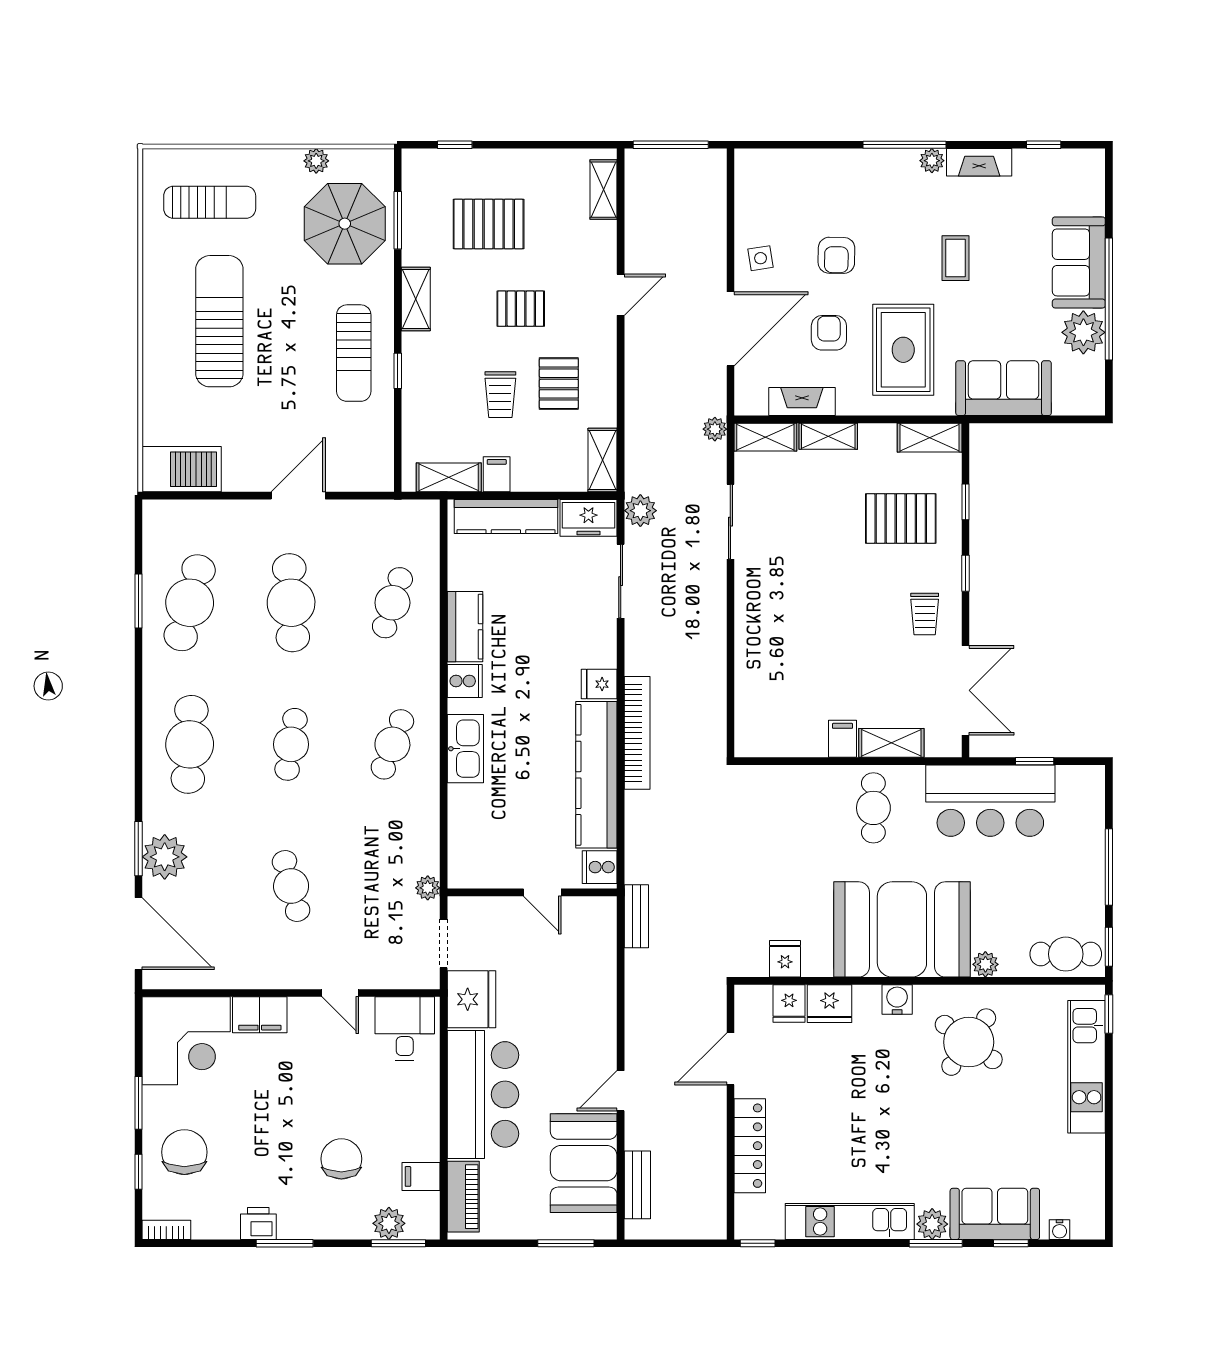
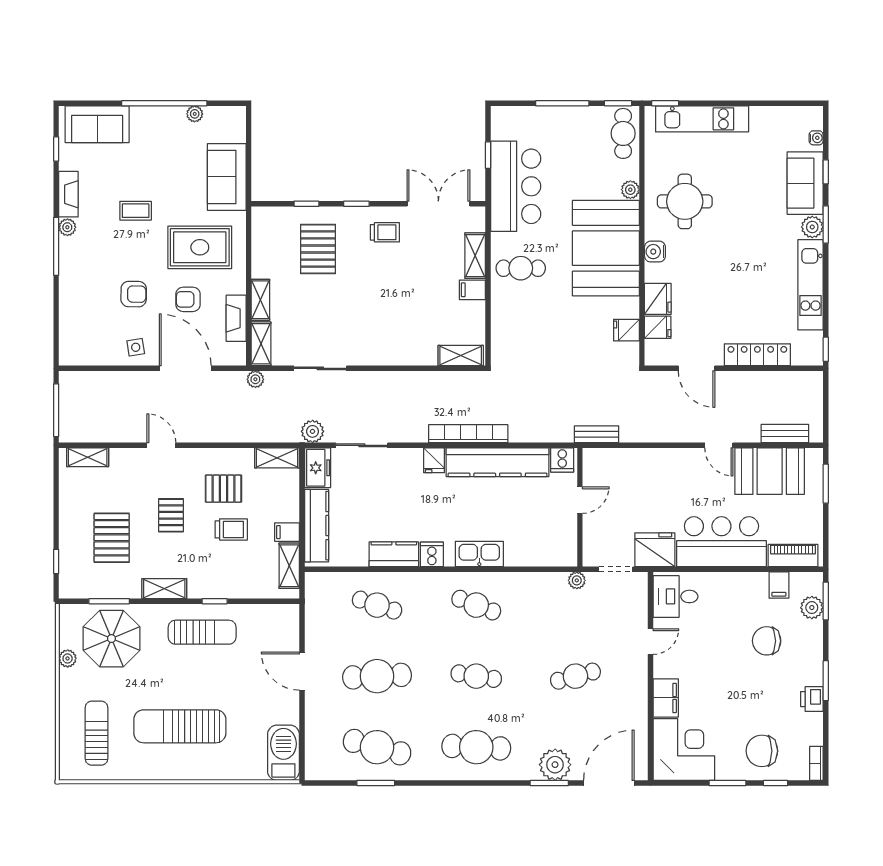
sofa: (1079, 262) -> (97, 124), moved
plant: (1083, 332) -> (195, 114), width x0.53, depth x0.53
shelving: (930, 438) -> (461, 356), moved, turned 90
round table: (969, 1042) -> (685, 201), turned -36

